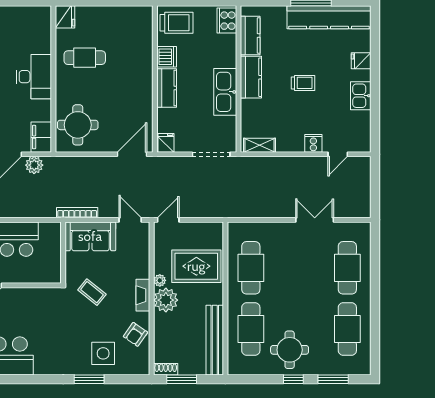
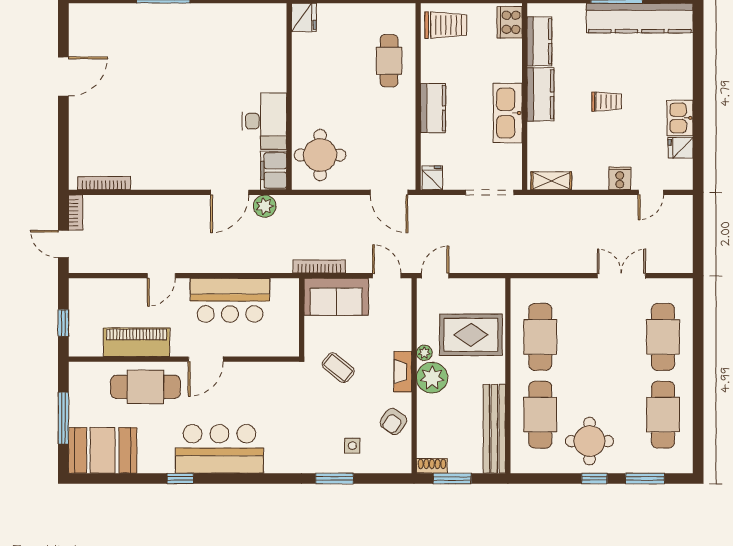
dishwasher: (167, 57) -> (433, 68), removed
cafe table: (85, 58) -> (389, 61), moved, turned 90
fridge: (361, 61) -> (681, 148), moved
desk: (34, 77) -> (264, 121), moved
door: (132, 154) -> (389, 192), swing flipped
side table: (103, 353) -> (352, 446), width x0.54, depth x0.54

